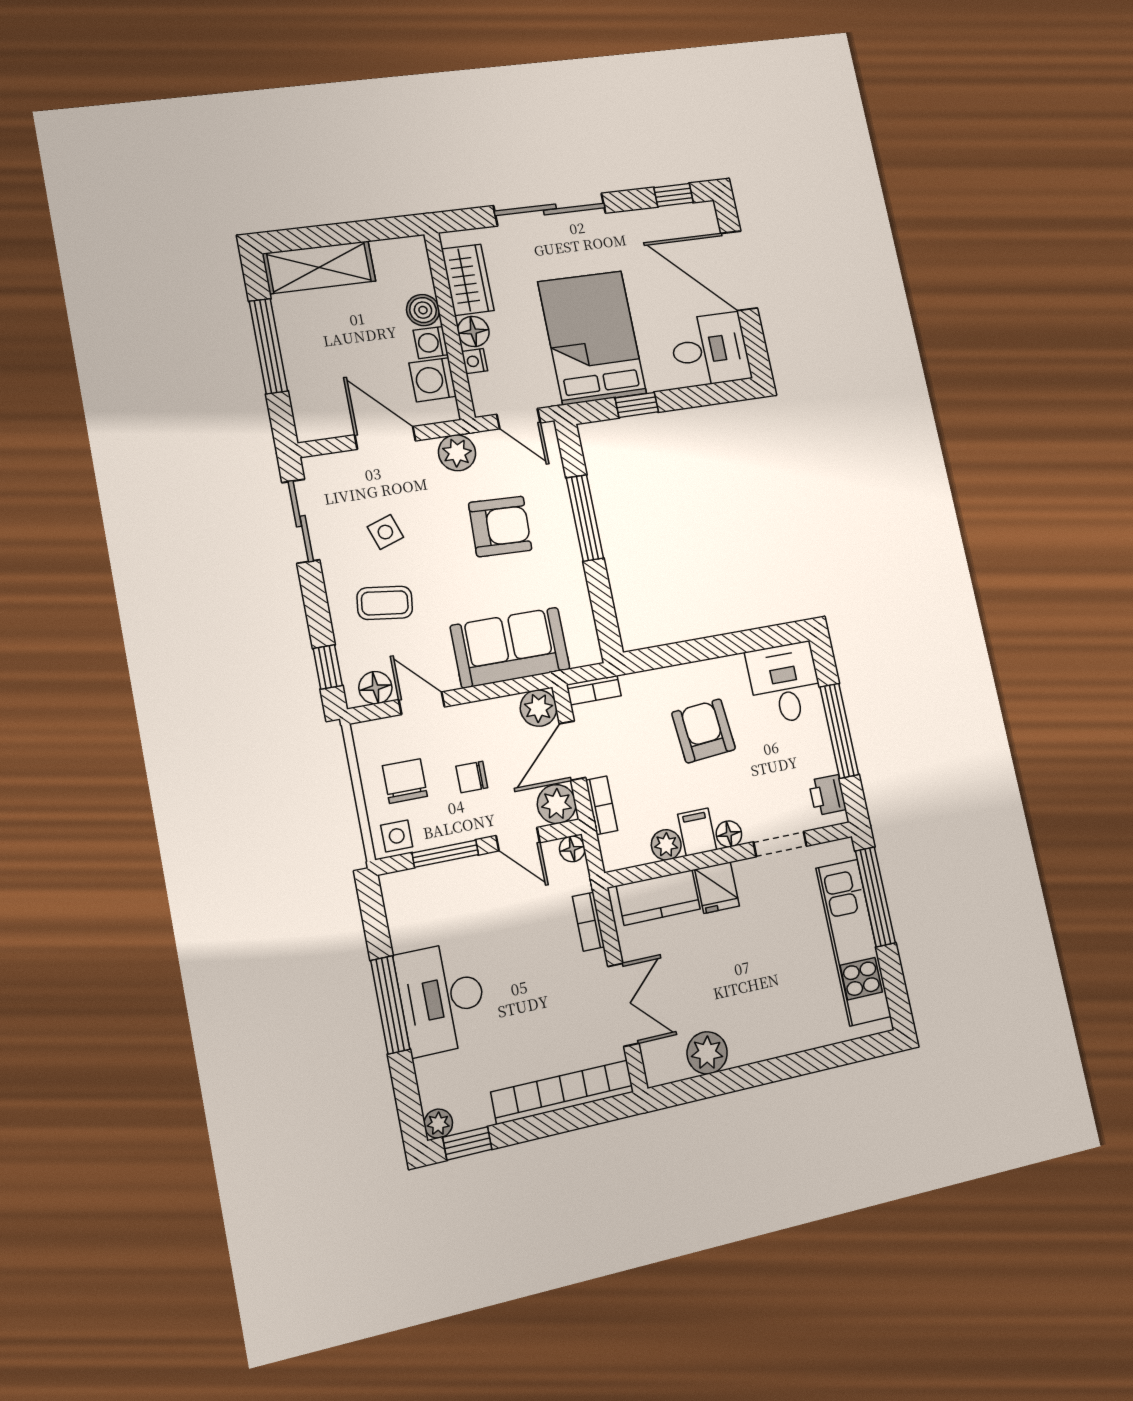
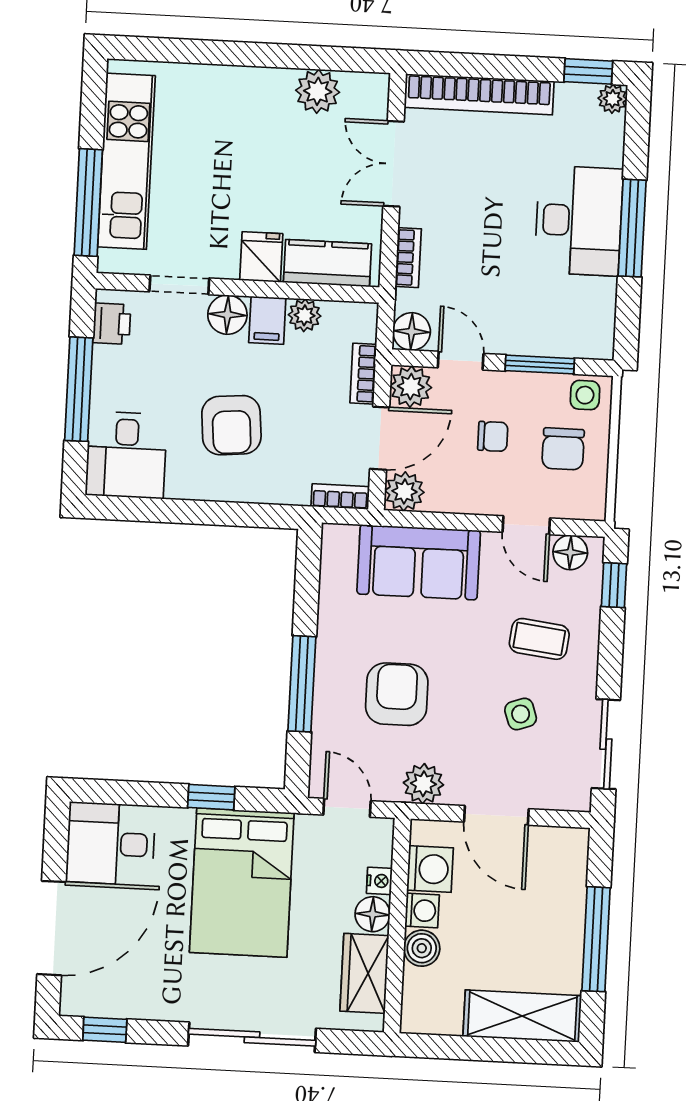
door: (739, 271) -> (51, 928), hinge flipped
armchair: (500, 526) -> (397, 694), turned 88
floor lamp: (729, 834) -> (227, 315), width x1.37, depth x1.37
floor lamp: (572, 849) -> (412, 332), width x1.37, depth x1.37

